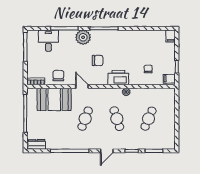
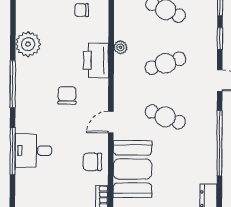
plant: (83, 37) -> (28, 44), moved
desk: (48, 41) -> (33, 151), moved

